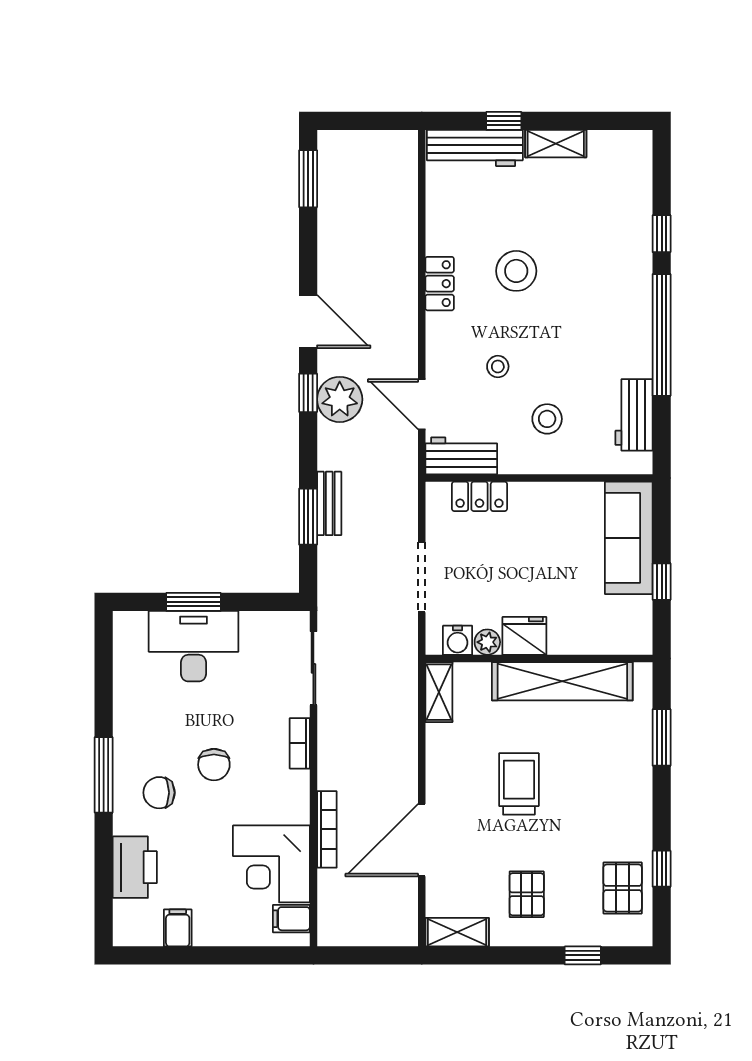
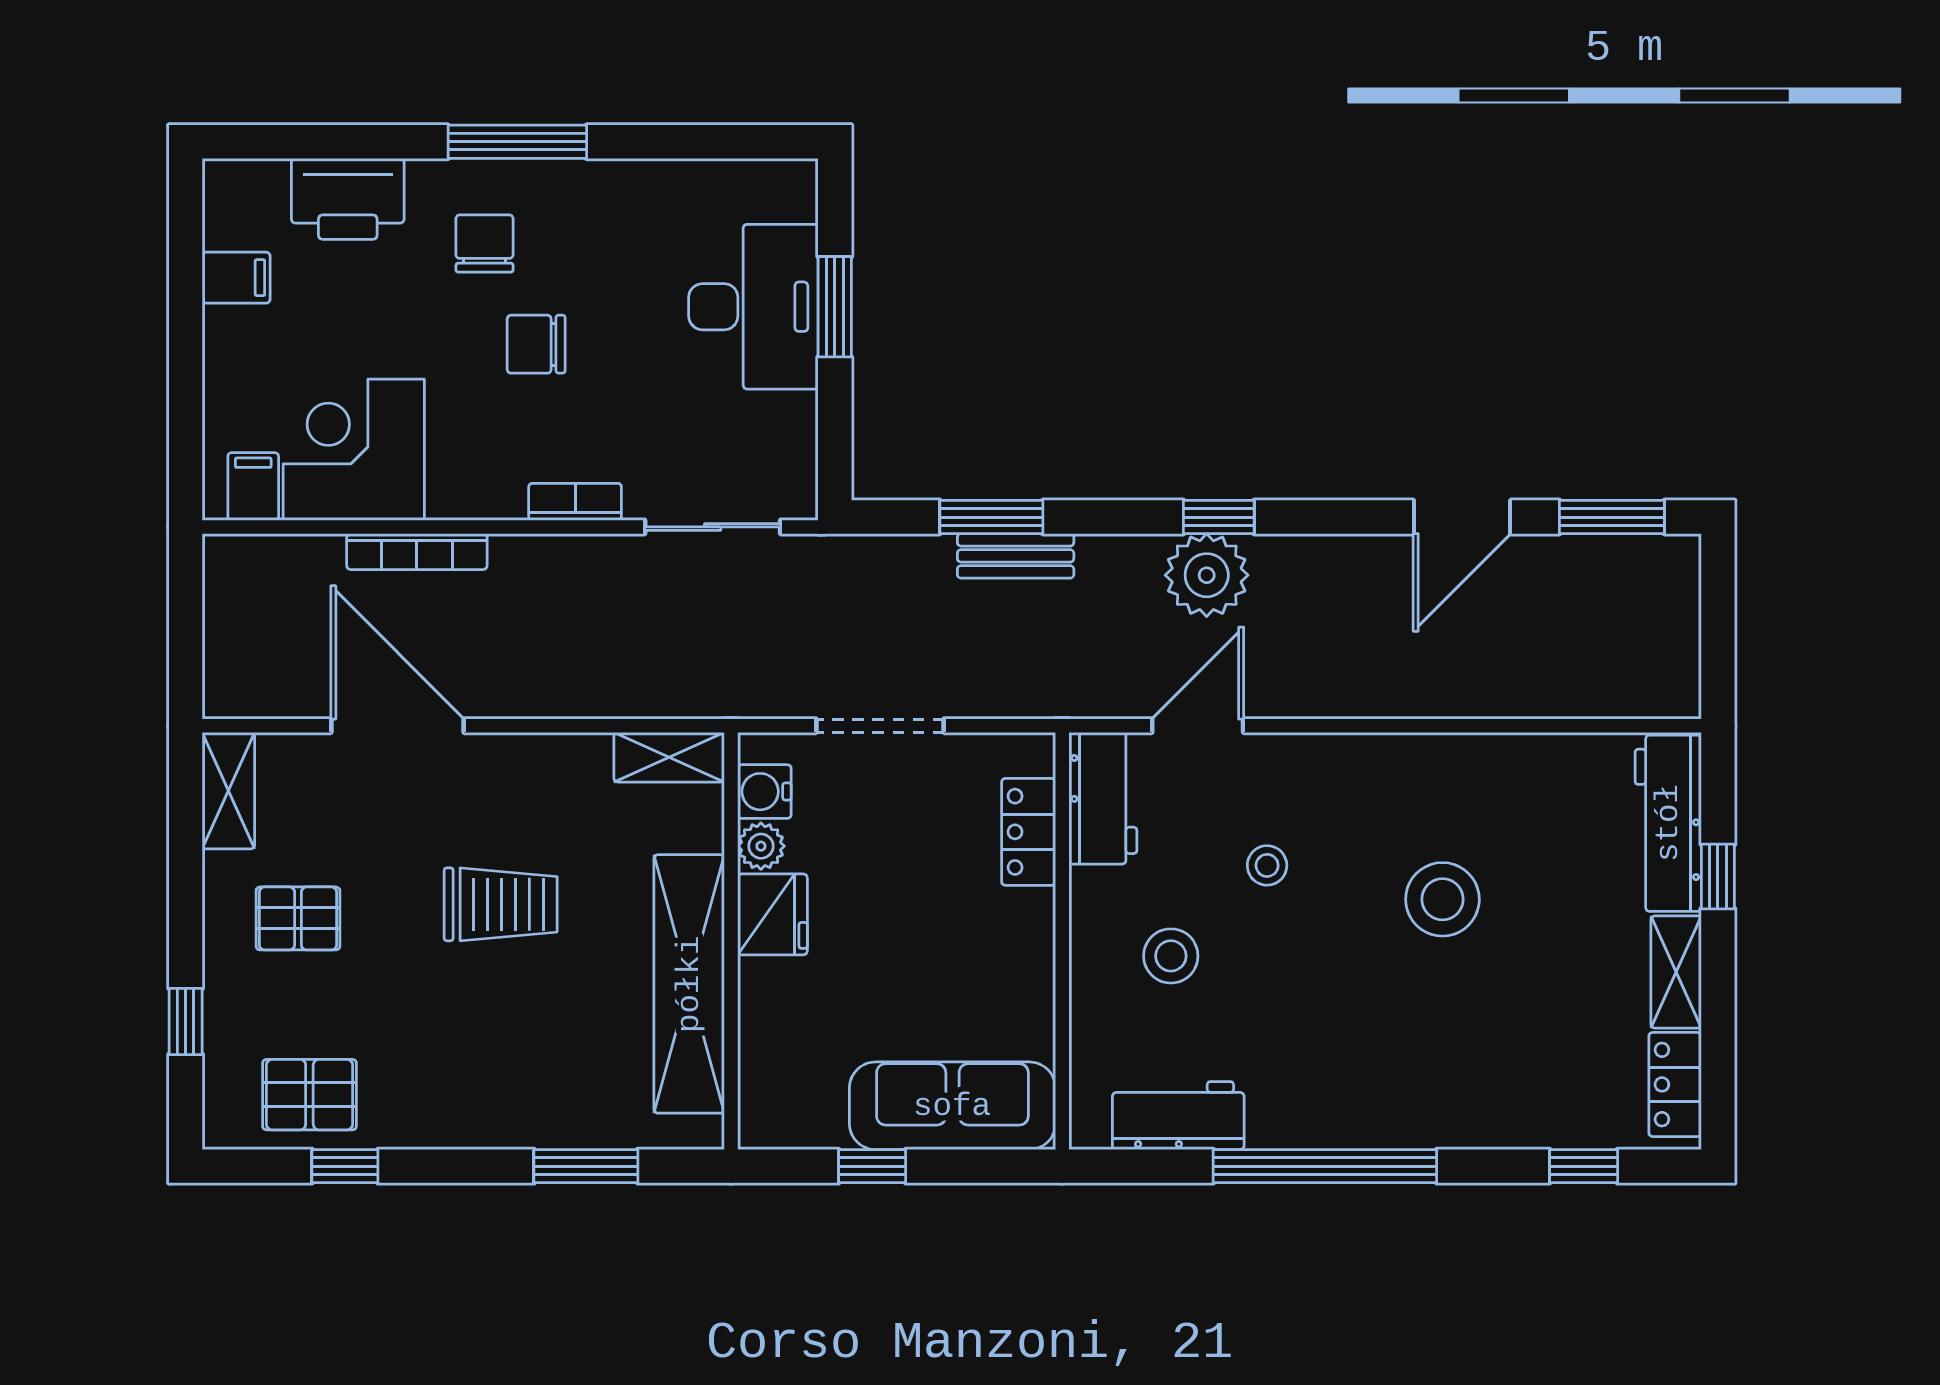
window: (662, 234) -> (1584, 1166), moved
locker: (440, 284) -> (1675, 1084), moved, turned 90
door: (308, 321) -> (1462, 517), moved

